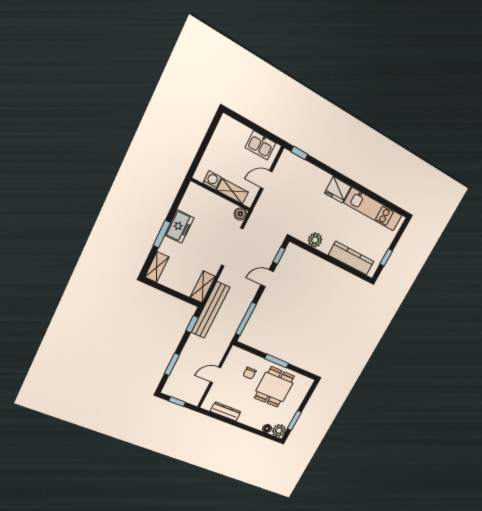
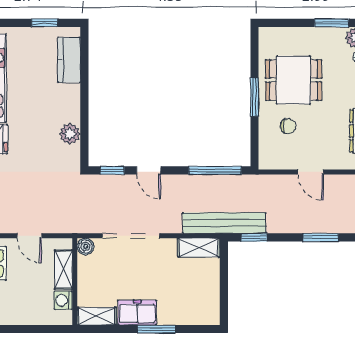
kitchen counter: (351, 258) -> (69, 60), width x0.67
shelving: (157, 267) -> (97, 316), moved

